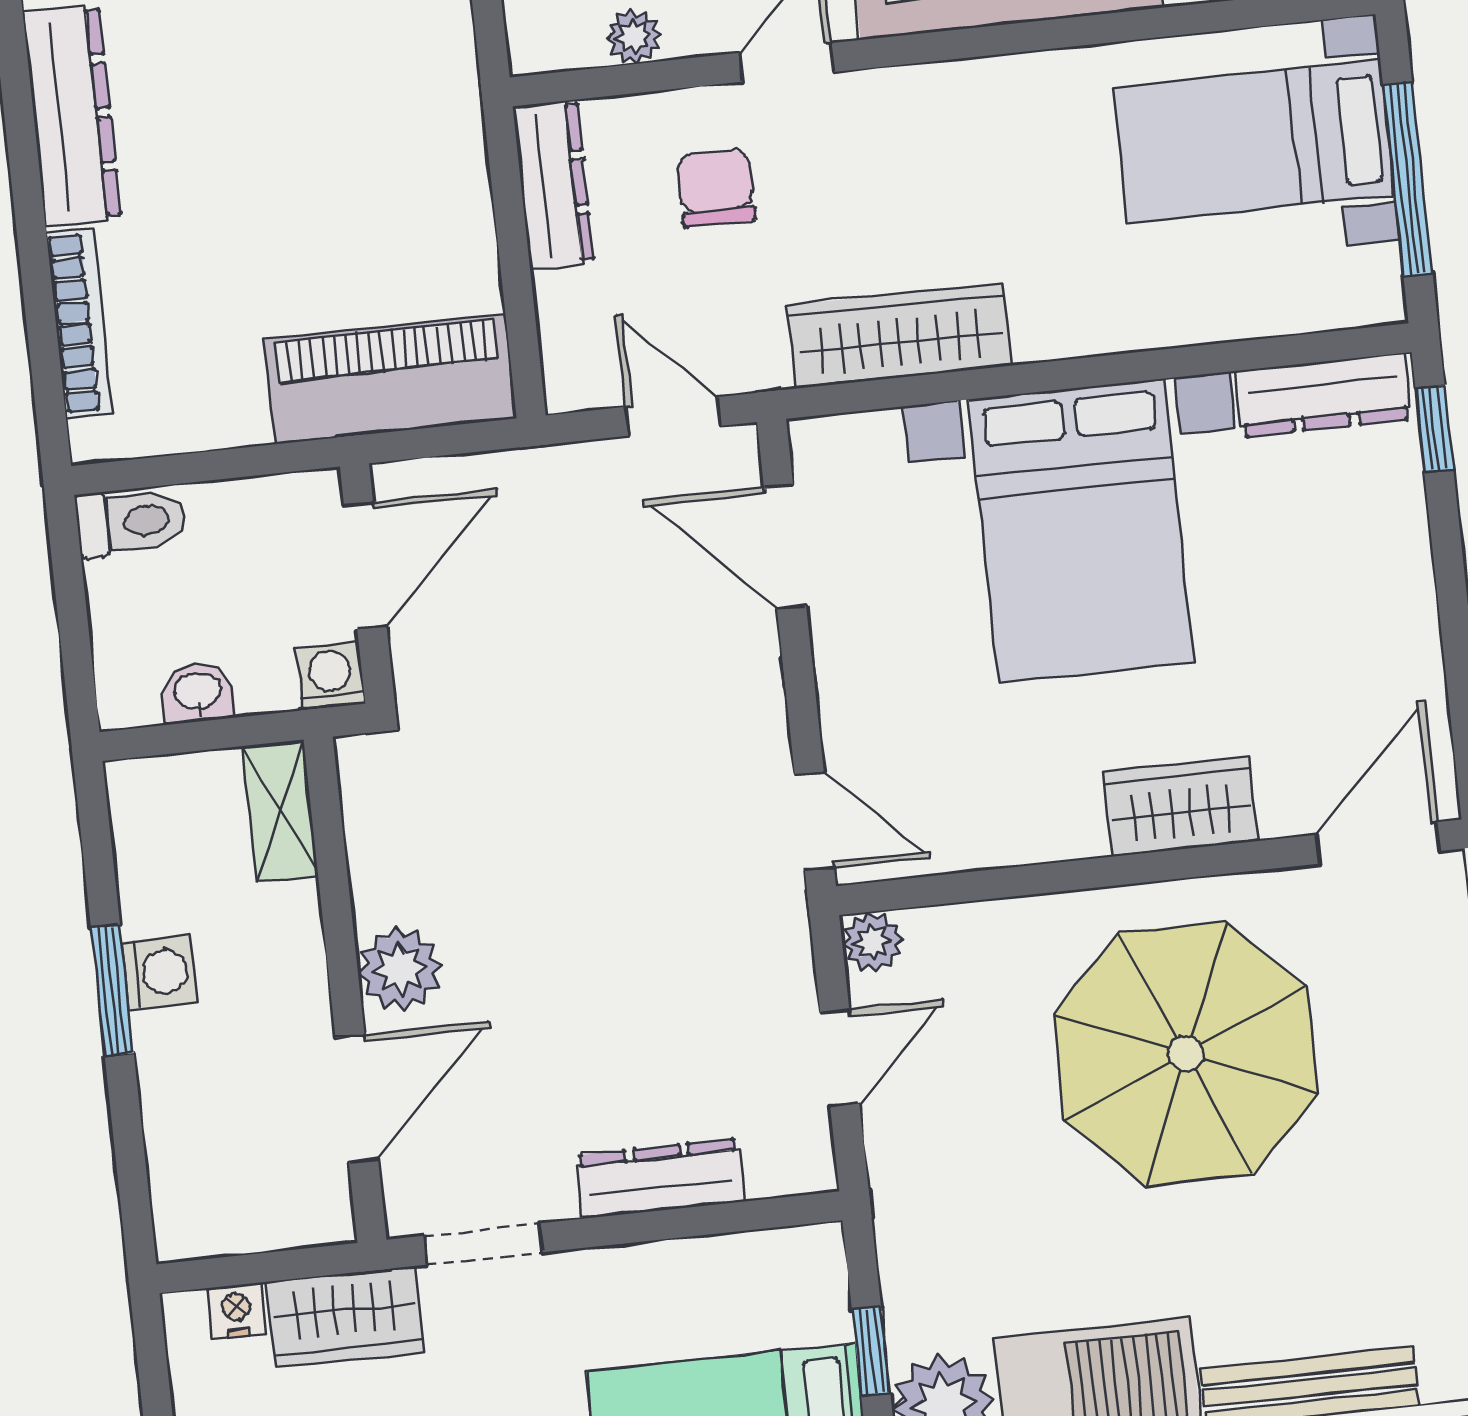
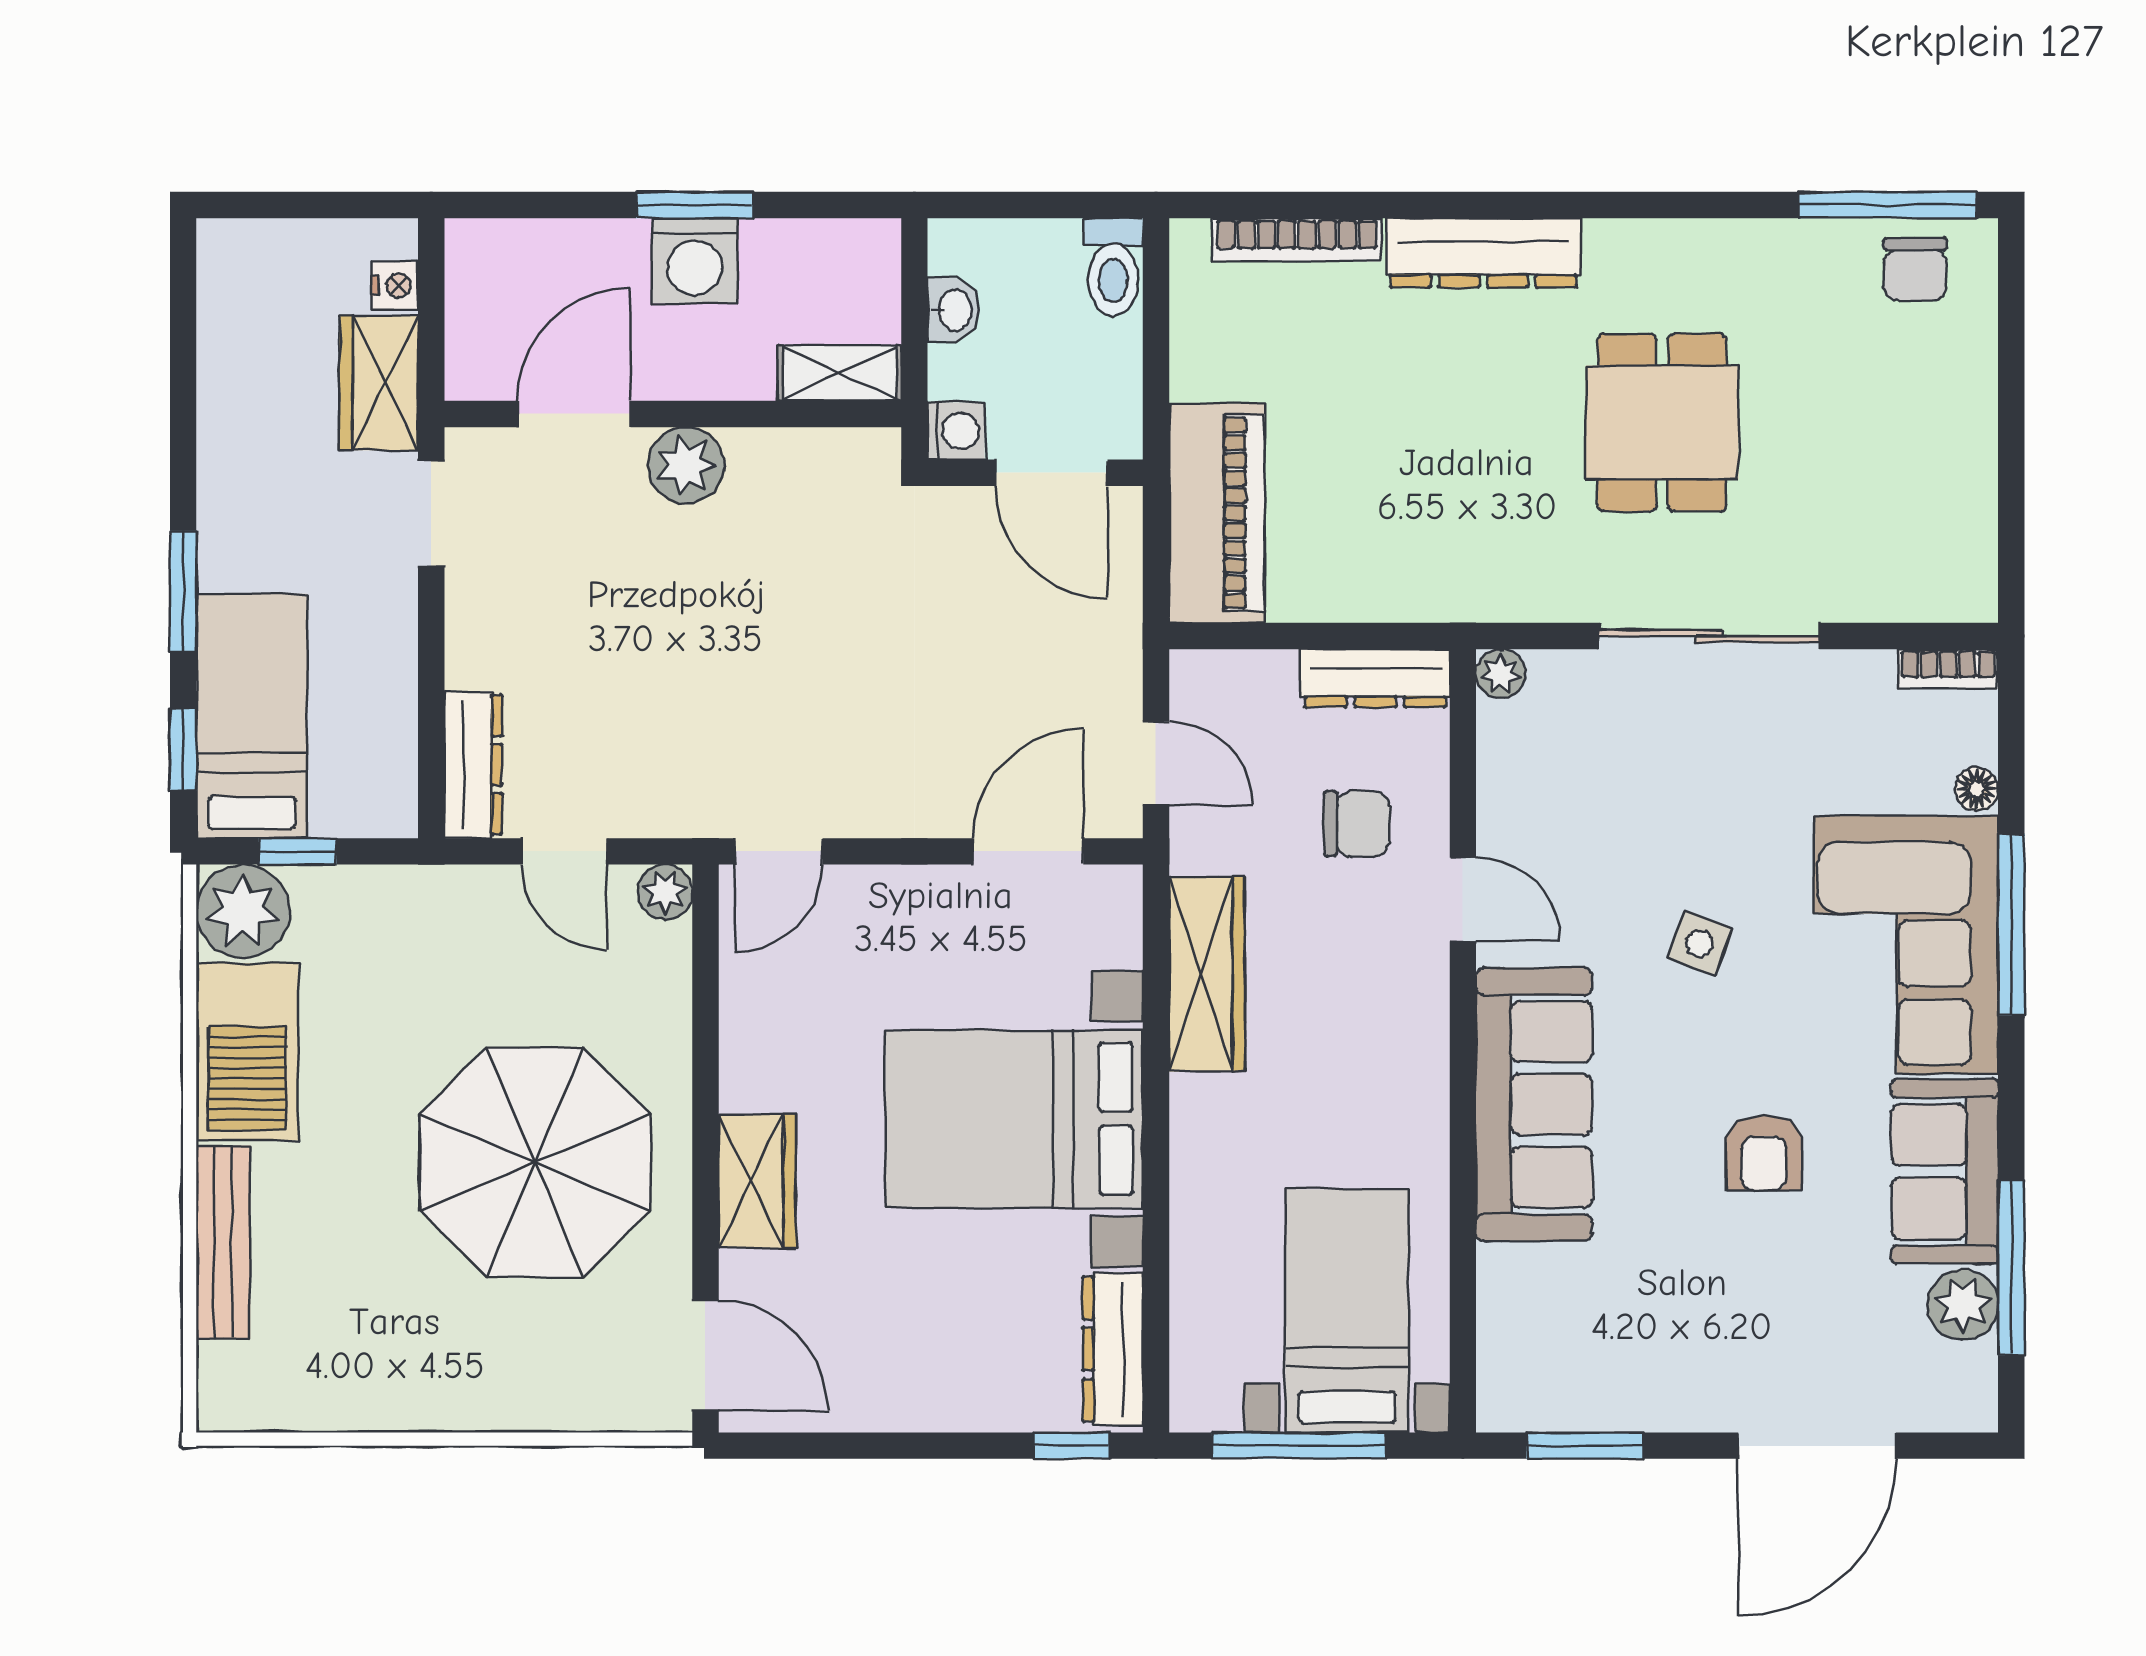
plant: (634, 37) -> (1501, 674), moved
door: (673, 416) -> (1156, 763), hinge flipped
washing machine: (159, 972) -> (695, 261), width x1.38, depth x1.38
door: (357, 1099) -> (574, 414), swing flipped
dresser: (660, 1179) -> (473, 765), moved

